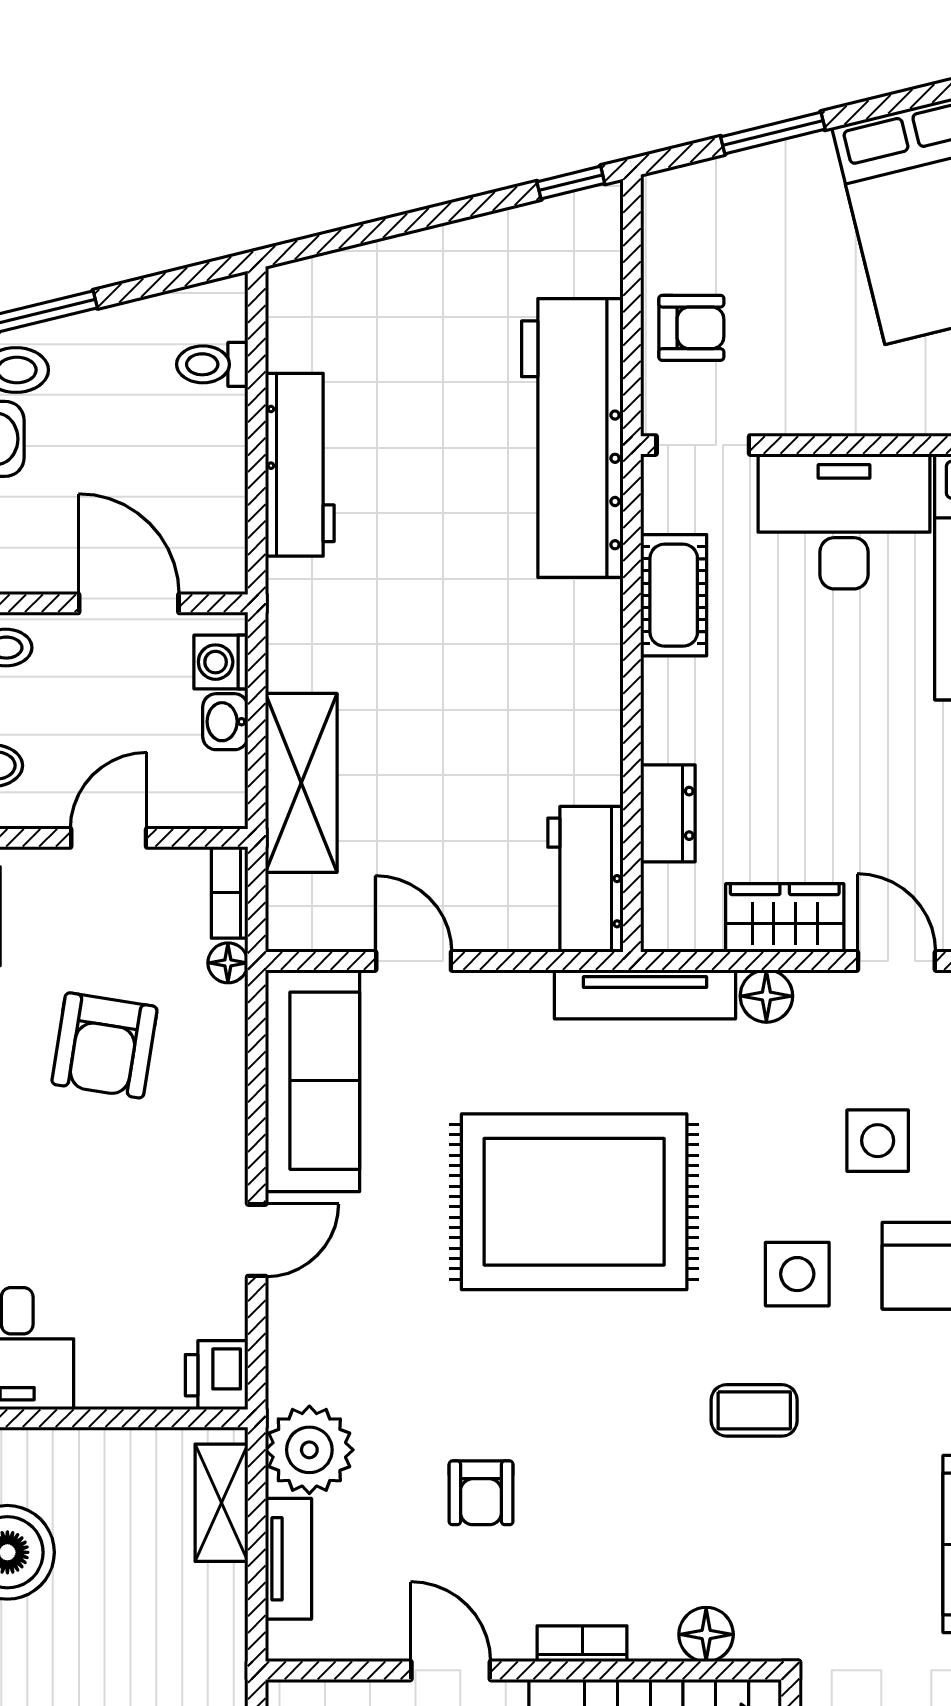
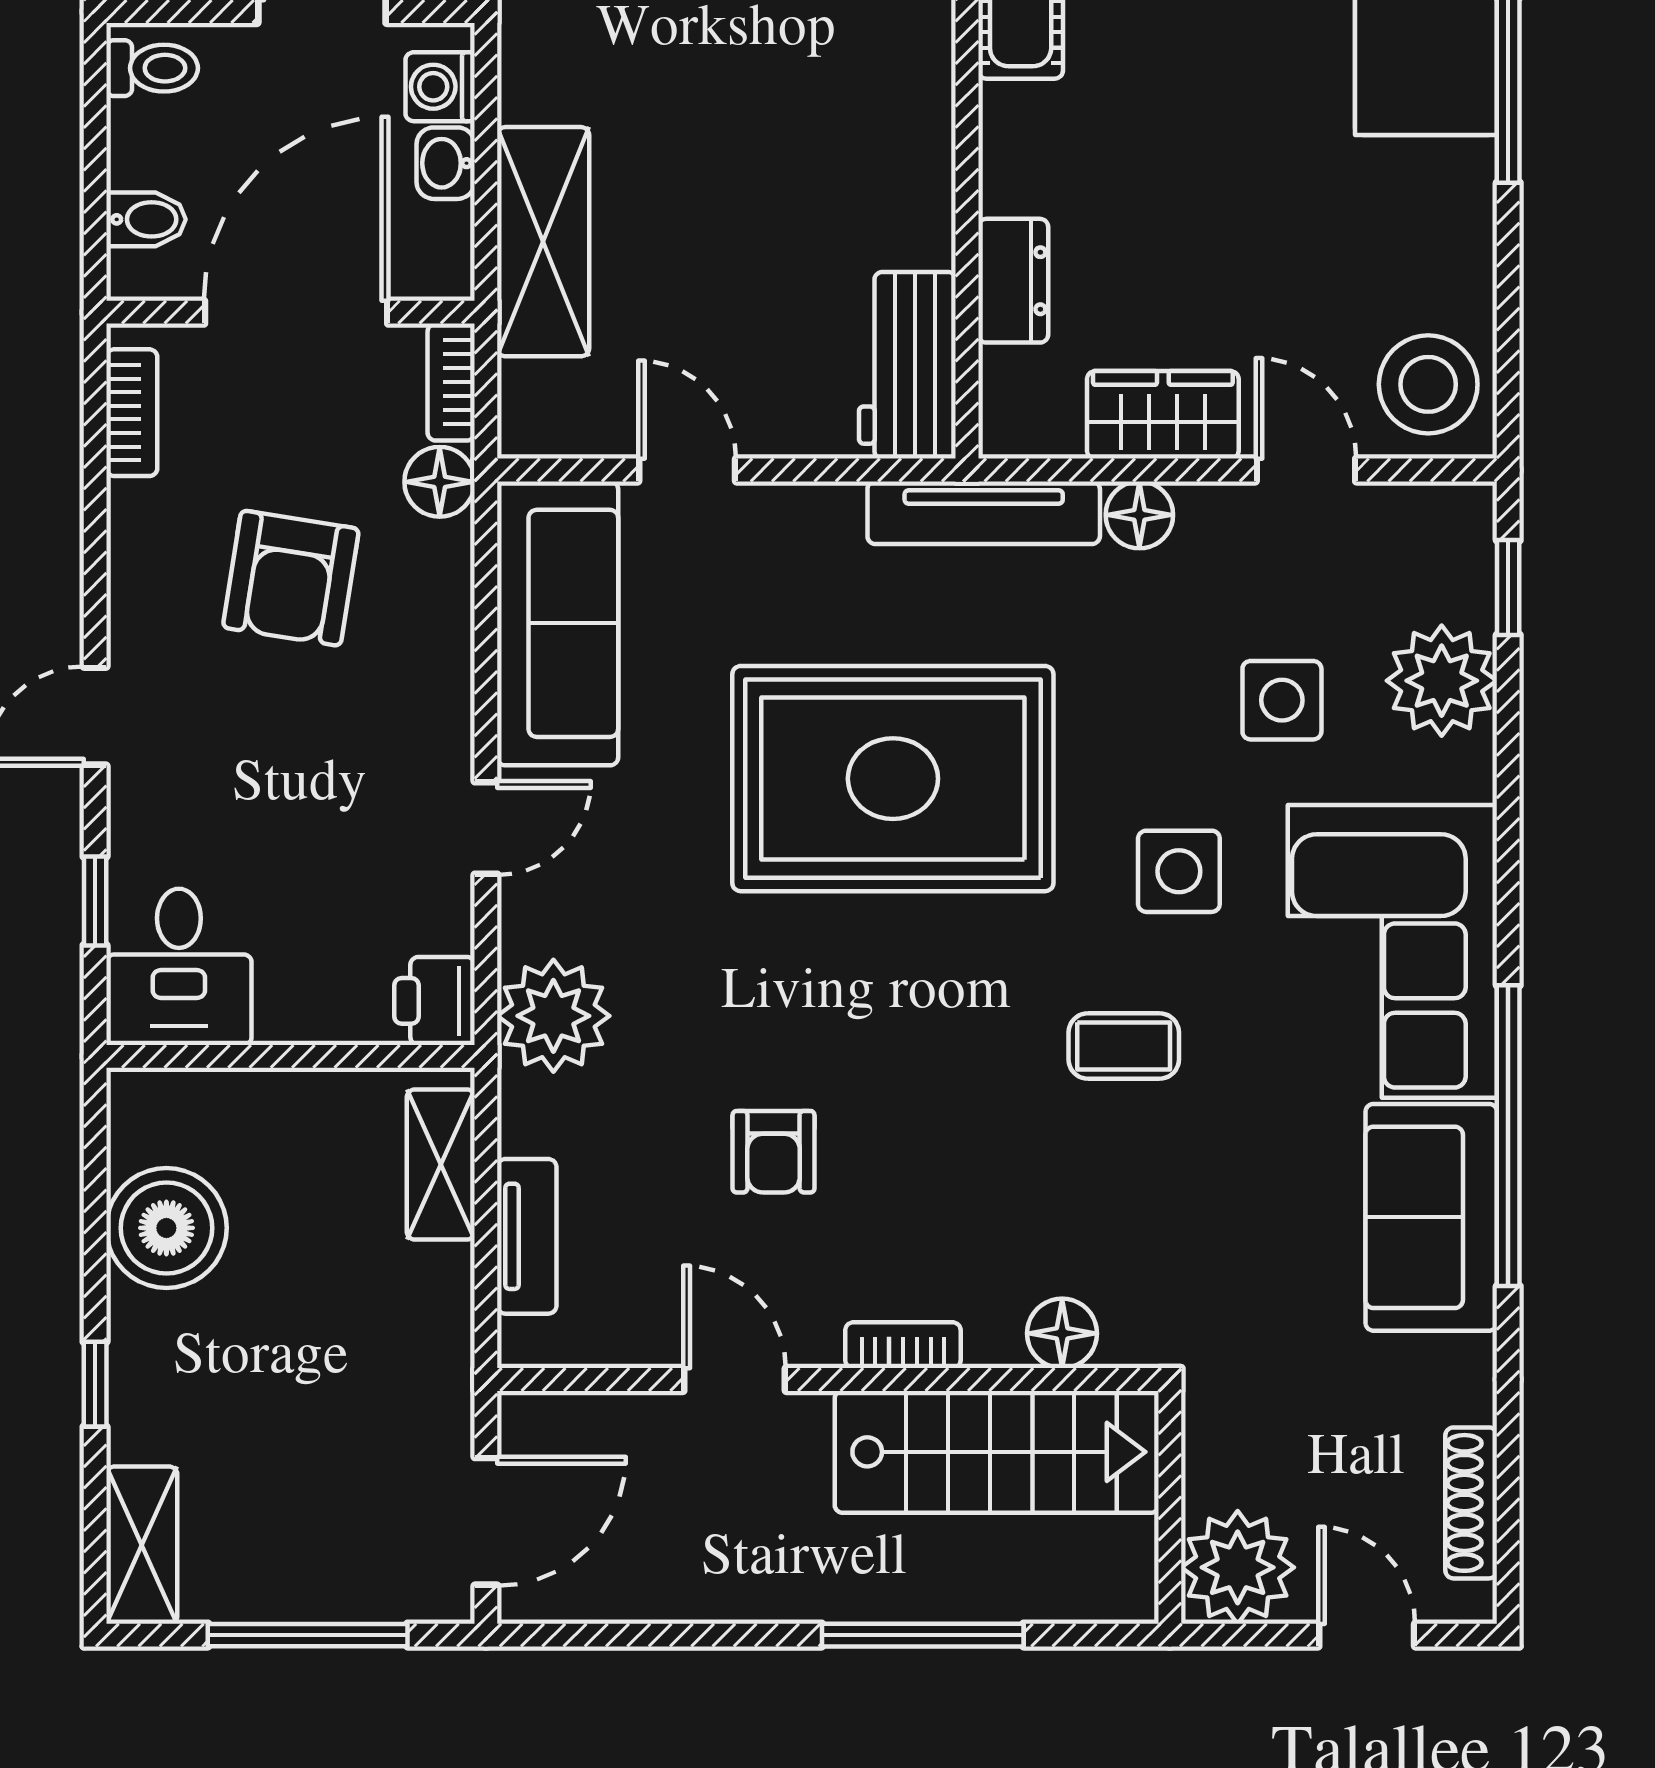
door: (109, 838) -> (296, 312), width x1.87
floor lamp: (228, 963) -> (440, 482), width x1.37, depth x1.37
plant: (309, 1450) -> (553, 1016), moved

